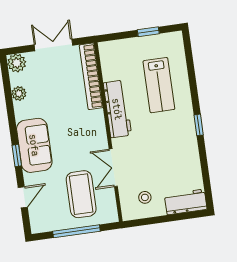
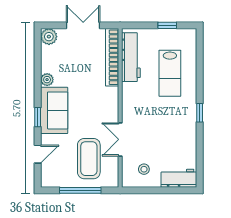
plant: (19, 93) -> (47, 80), moved
workbench: (117, 109) -> (131, 57), moved

